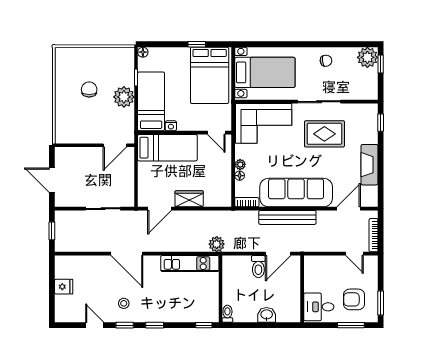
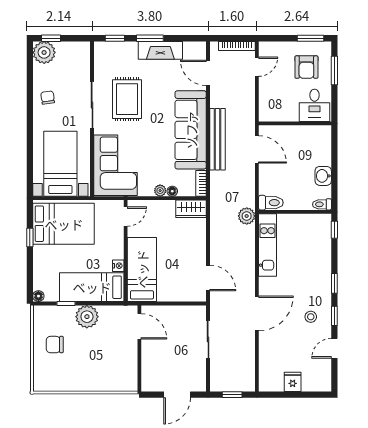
chair: (89, 90) -> (55, 345), moved
window: (381, 155) -> (150, 38), added
wardrobe: (189, 199) -> (191, 209), moved, turned -90
toilet: (258, 267) -> (271, 203), moved
washbasin: (267, 315) -> (323, 176), moved

